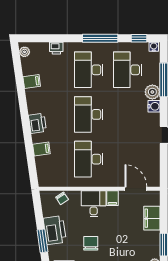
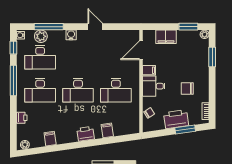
plant: (152, 92) -> (41, 36), moved

